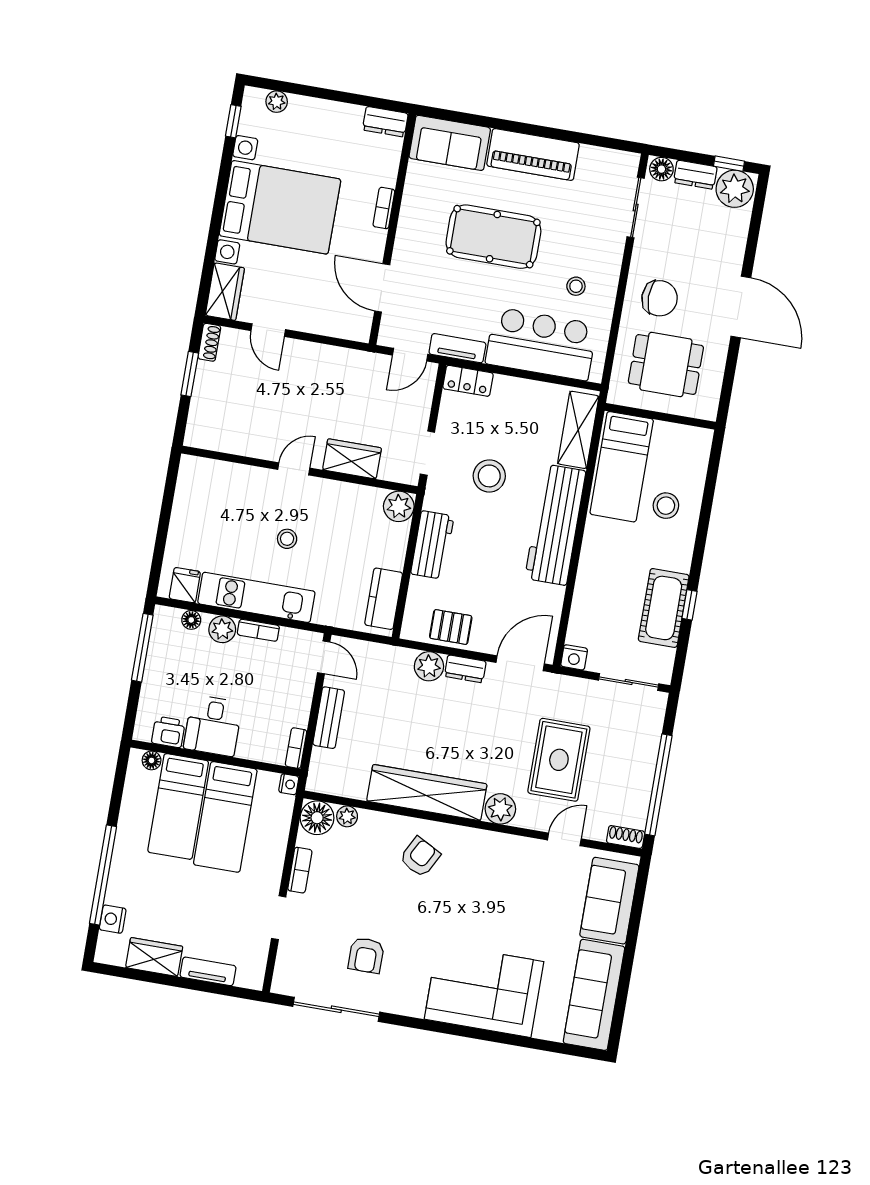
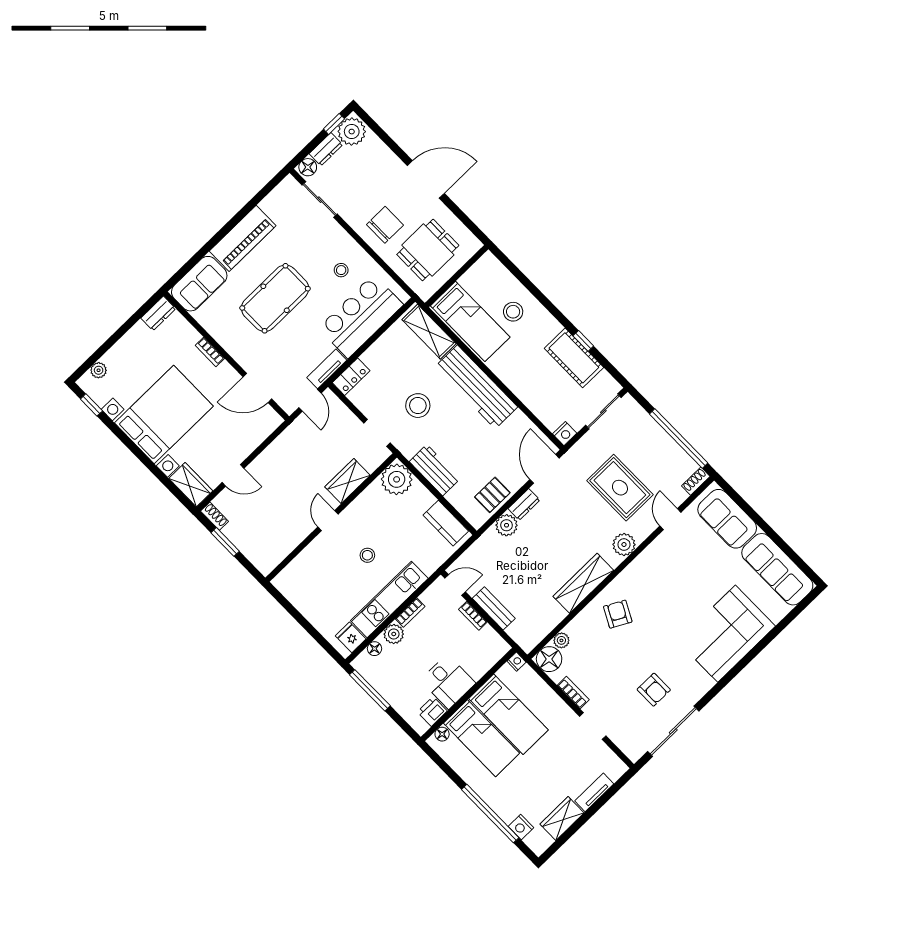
plant: (399, 506) -> (397, 479), width x1.36, depth x1.36
bookcase: (296, 748) -> (473, 616), moved
wardrobe: (427, 793) -> (583, 583), width x0.71, depth x0.85

